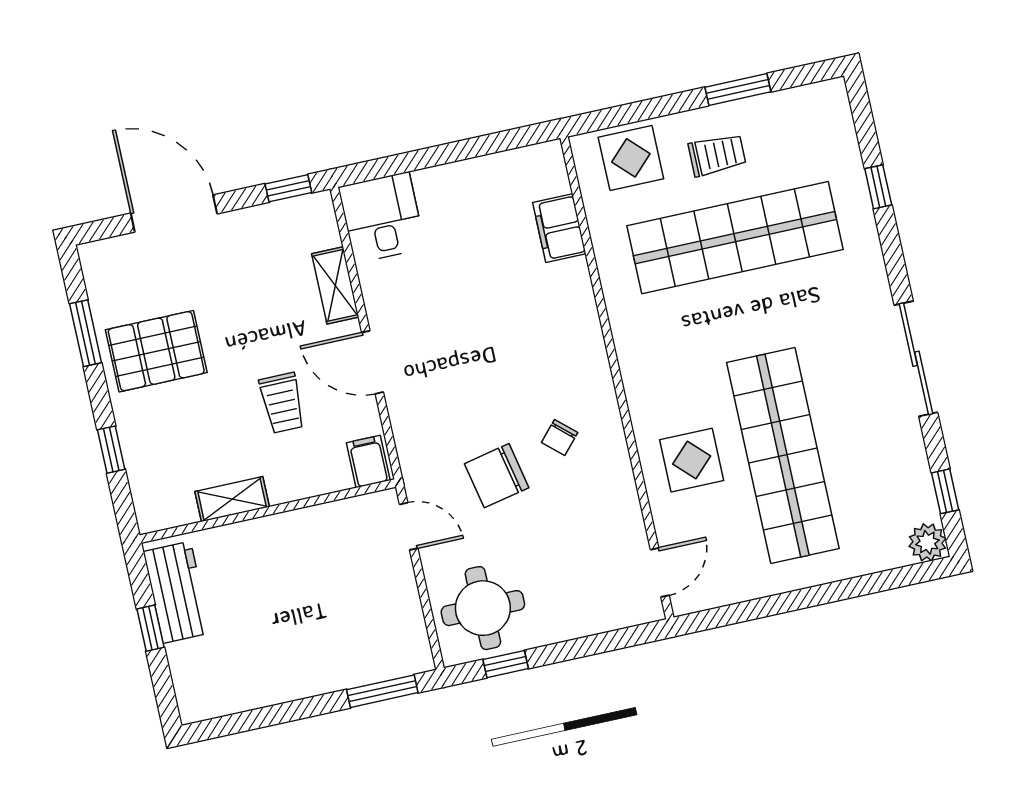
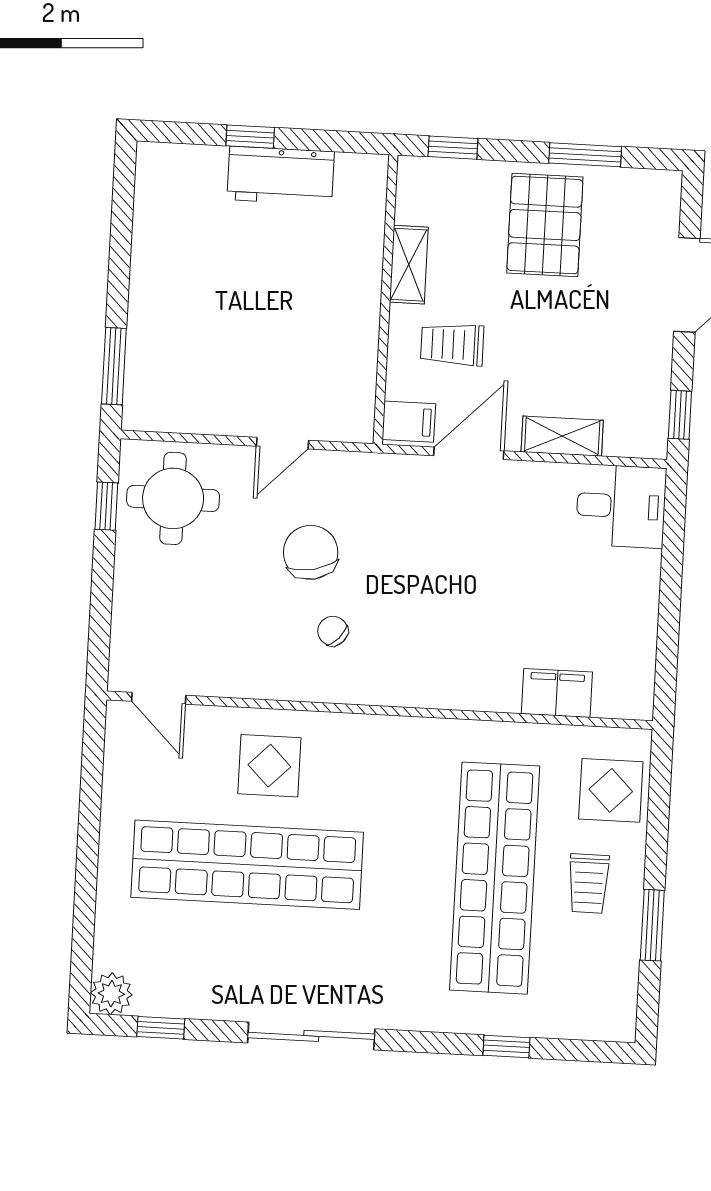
filing cabinet: (368, 461) -> (409, 422), moved
shelving: (232, 499) -> (409, 265), moved
wall: (268, 511) -> (385, 299), moved

